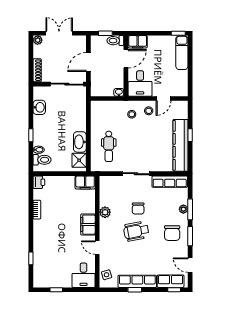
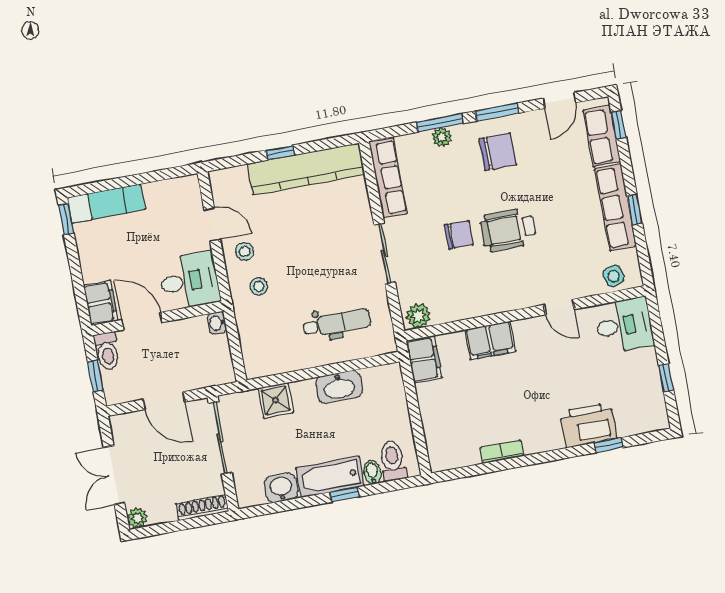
bathtub: (40, 130) -> (330, 477), added
shower: (79, 160) -> (276, 400), moved
printer: (39, 182) -> (588, 425), moved, width x1.87, depth x1.48
plant: (105, 212) -> (418, 316), moved
filing cabinet: (88, 225) -> (490, 341), moved
wheelchair: (136, 231) -> (508, 230), turned 101
door: (97, 248) -> (559, 307), hinge flipped

